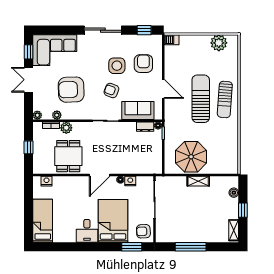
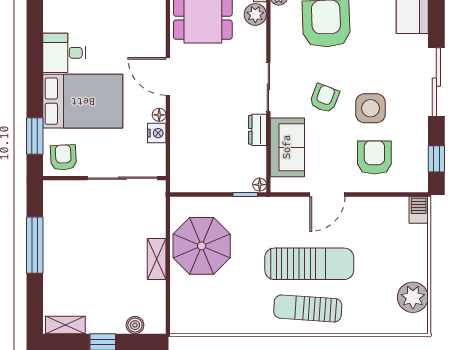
armchair: (143, 64) -> (374, 158), turned -90
dresser: (145, 127) -> (257, 130), moved

